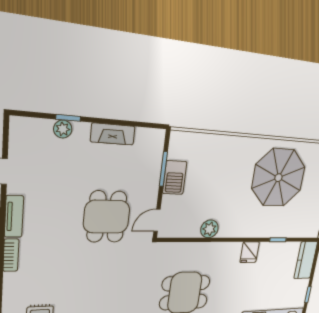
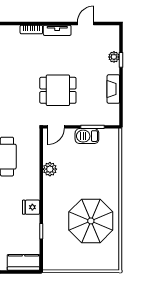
door: (157, 220) -> (56, 127), swing flipped

